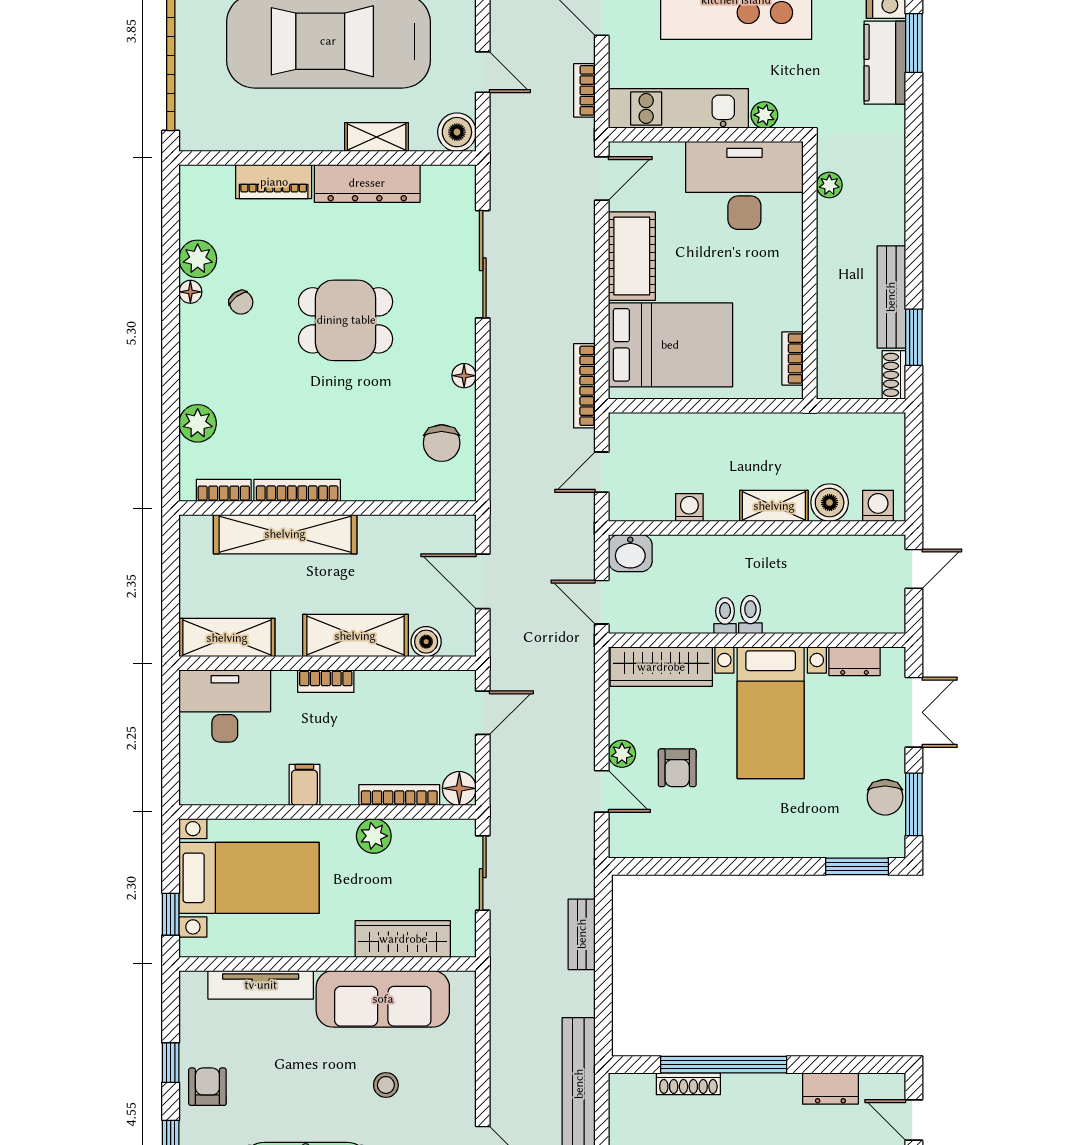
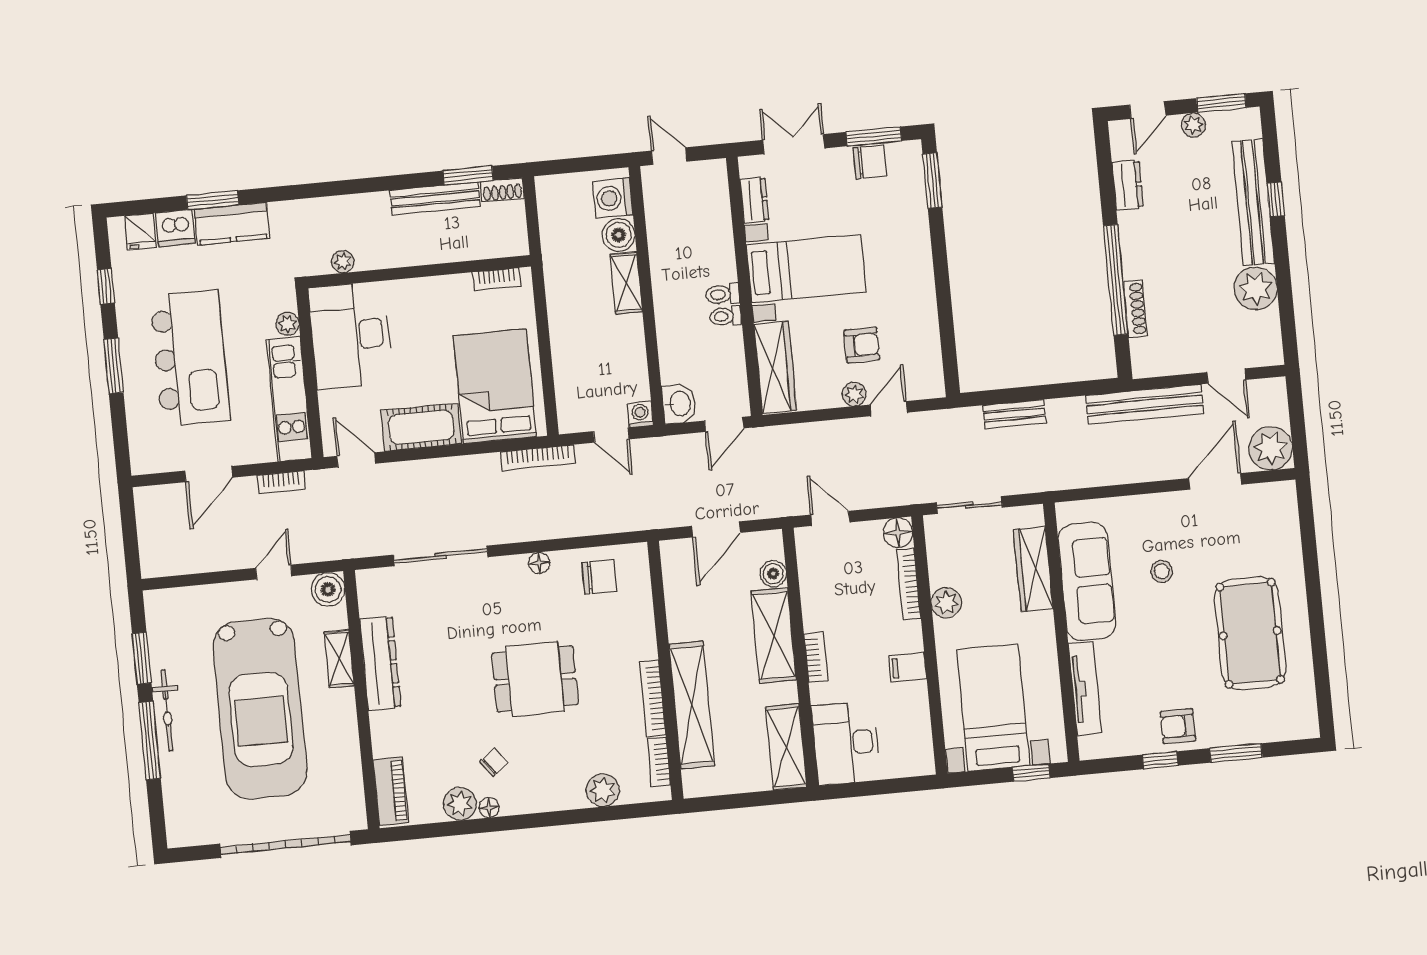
piano: (274, 182) -> (391, 791), moved
dining table: (346, 320) -> (535, 679), moved, turned 90
washing machine: (878, 506) -> (613, 198), width x1.38, depth x1.38
washing machine: (689, 507) -> (640, 415), moved, turned 90

